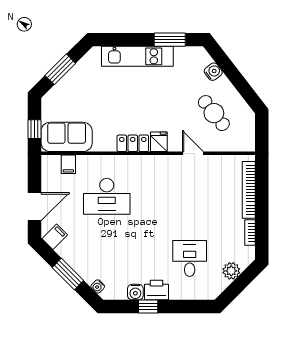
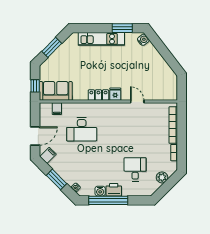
water cooler: (213, 72) -> (143, 40), moved
cafe table: (214, 113) -> (151, 76), removed
window: (148, 306) -> (108, 200), width x3.17

